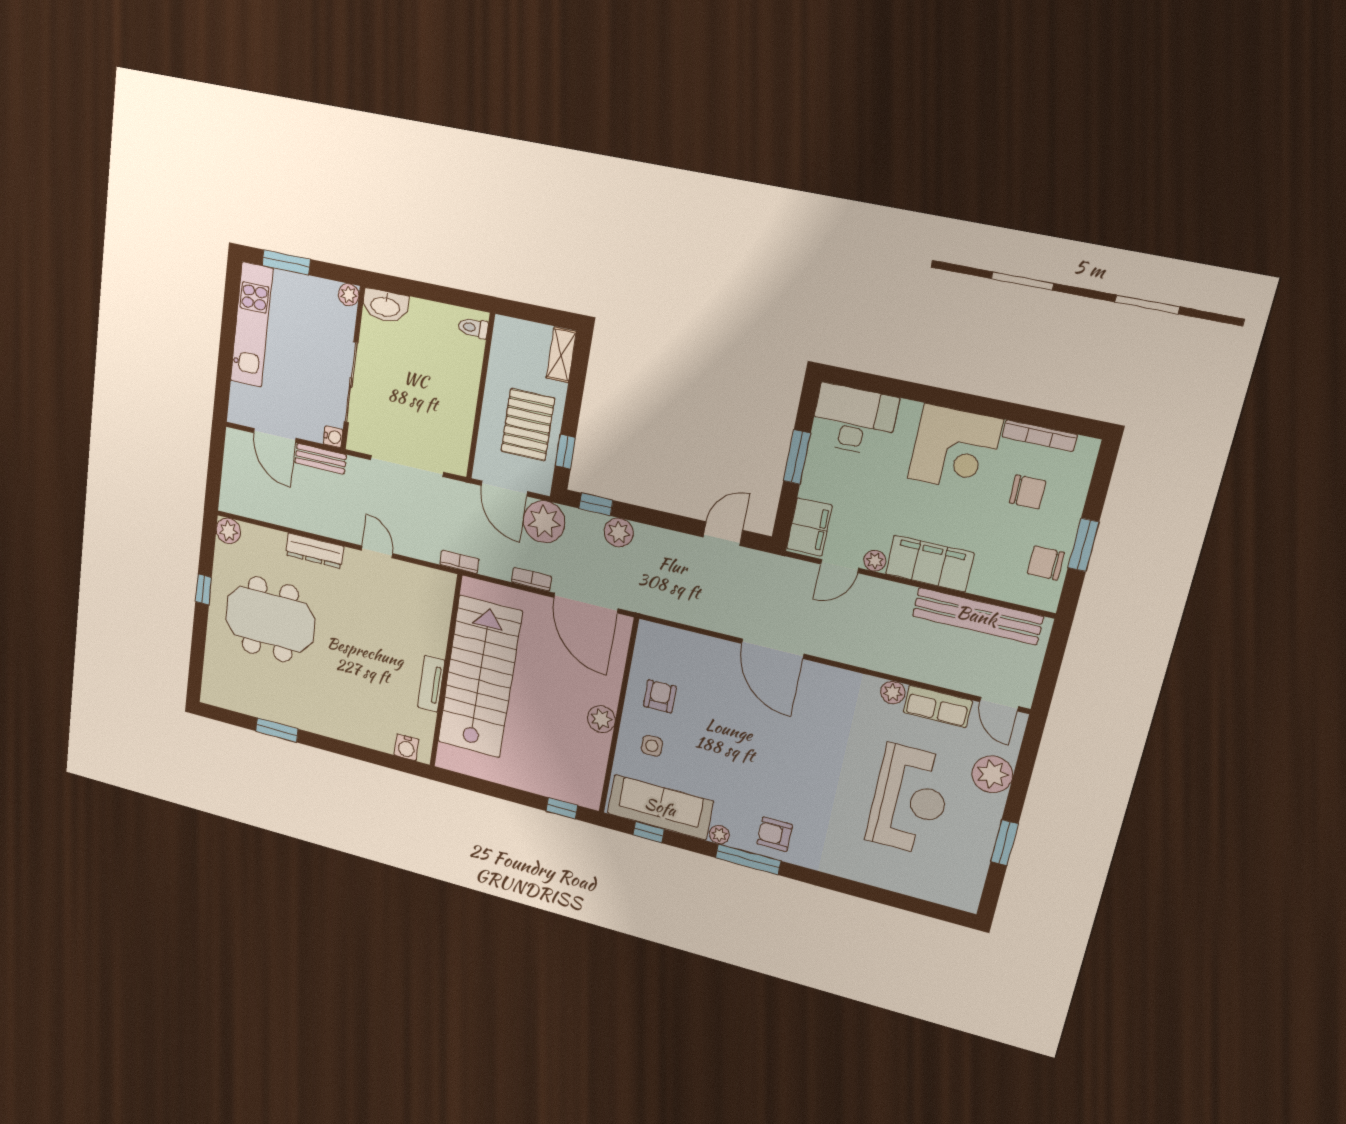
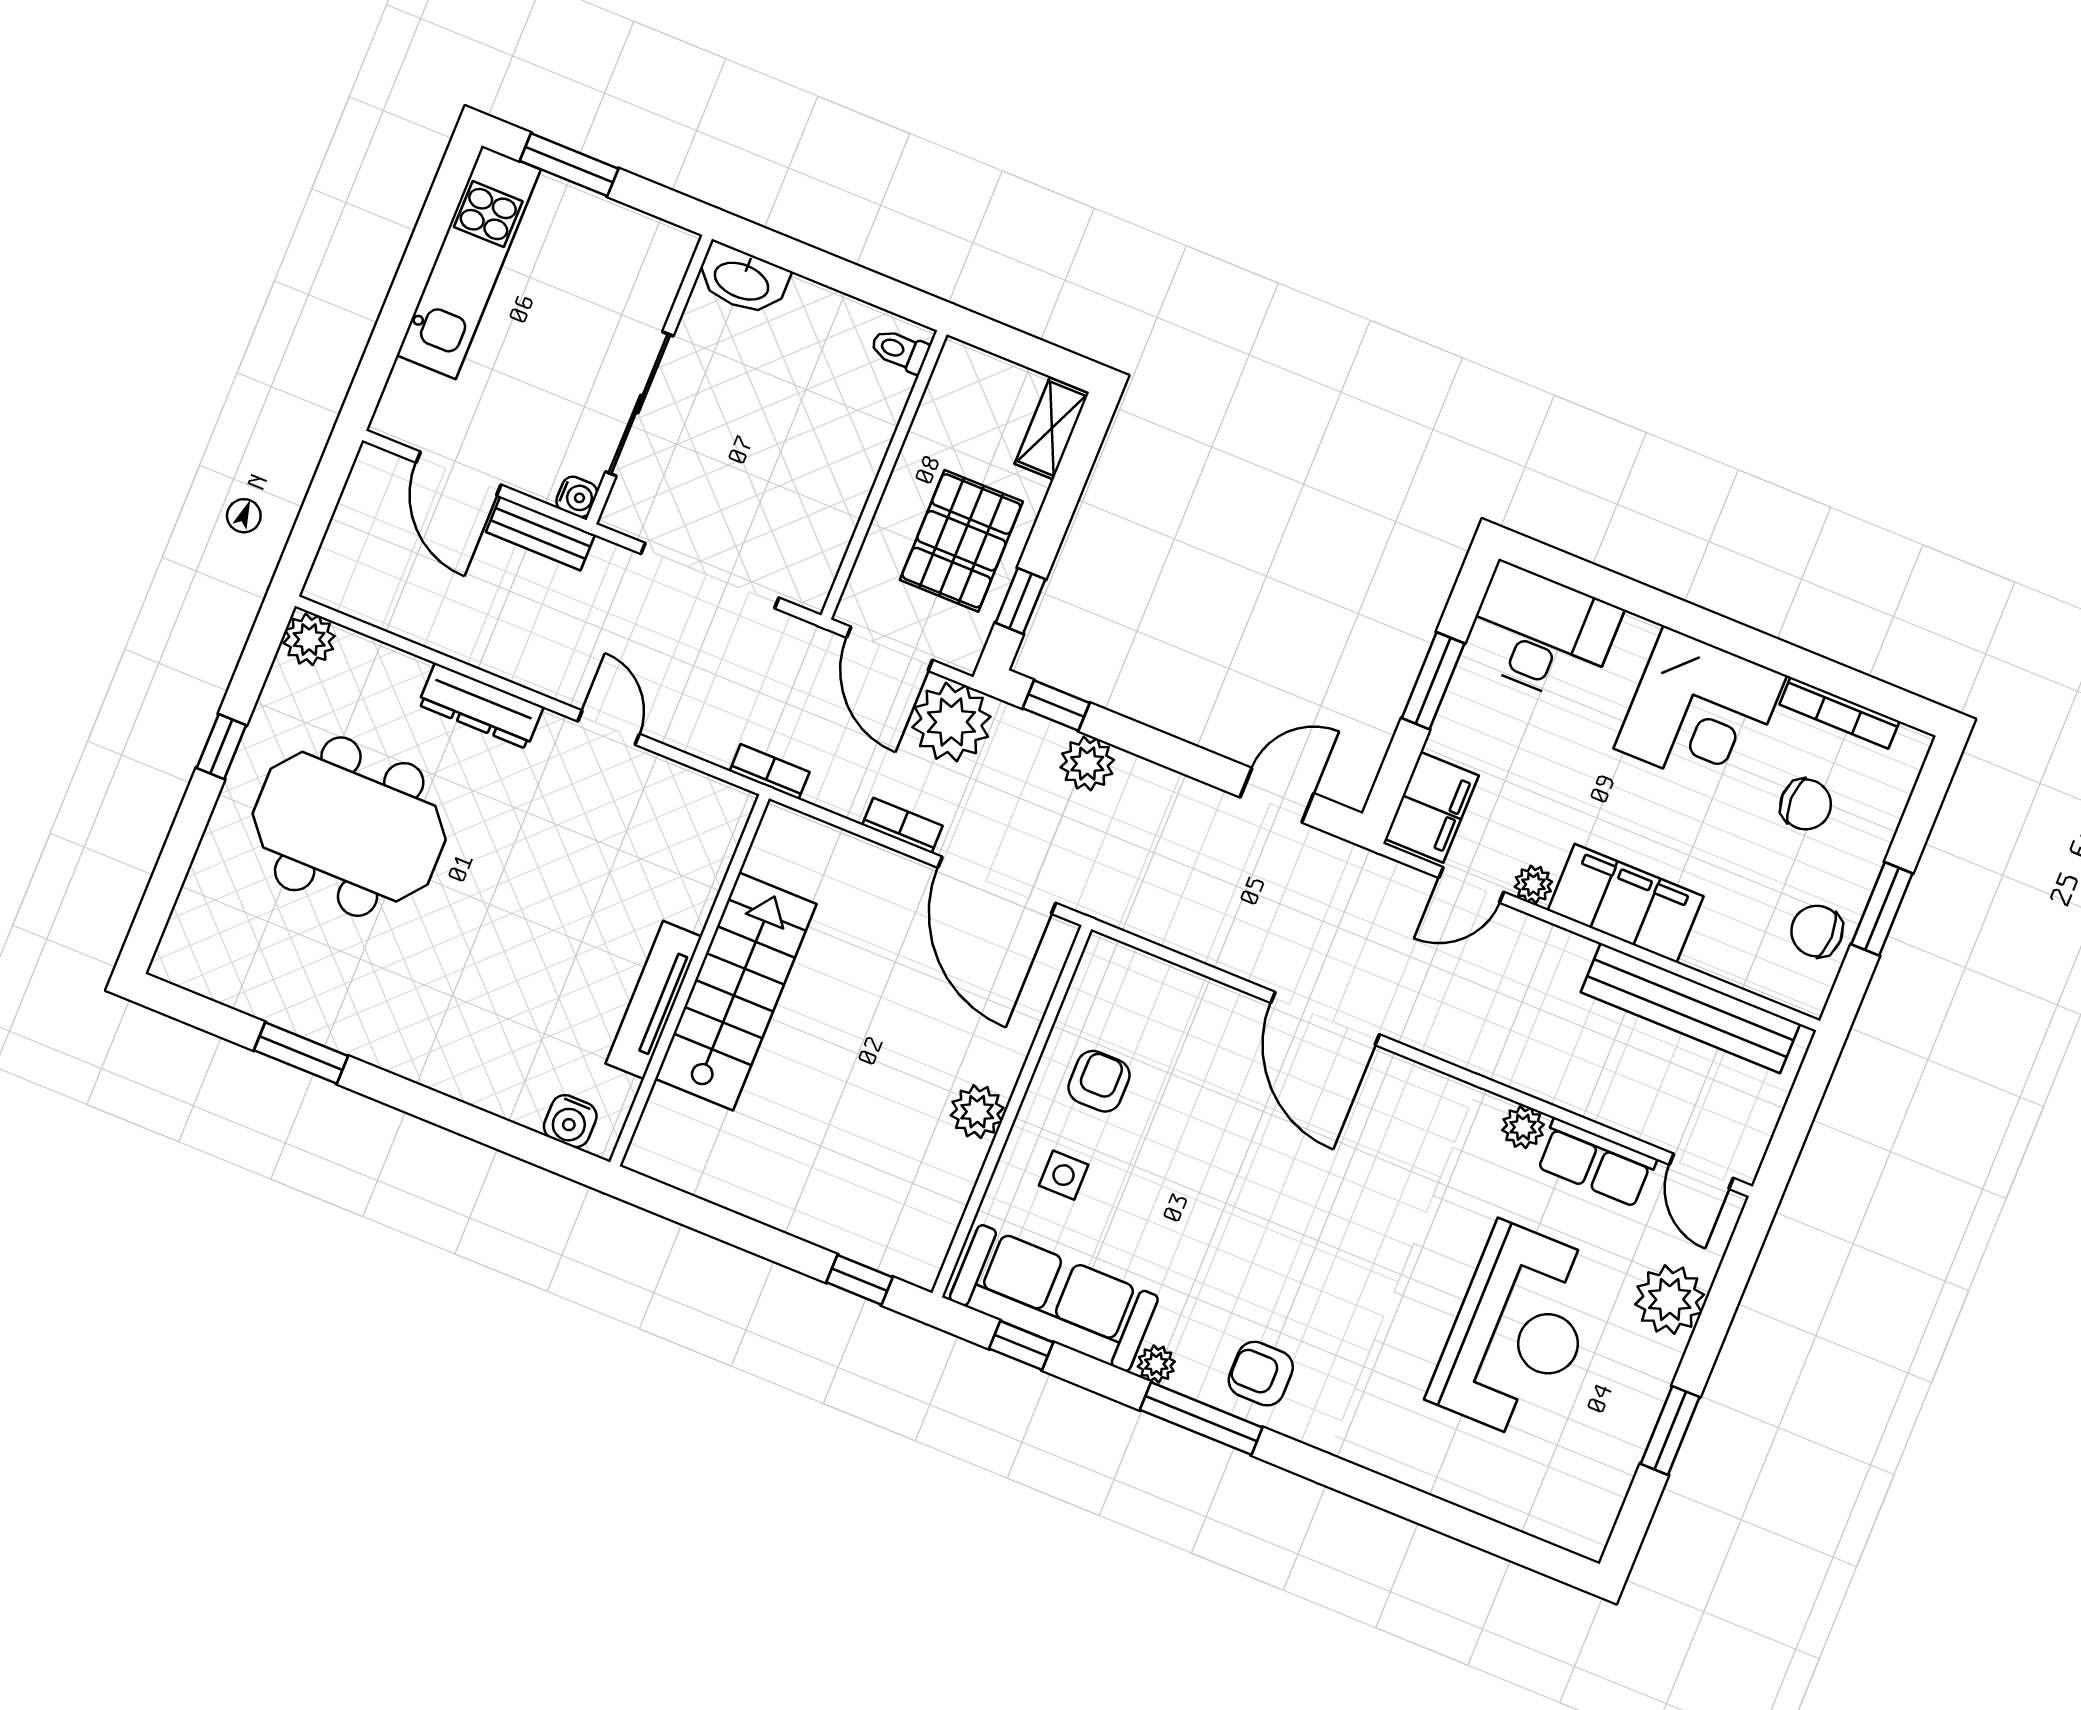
plant: (349, 295) -> (676, 246), removed
stairs: (480, 677) -> (736, 991), width x0.73, depth x0.66
tv unit: (431, 684) -> (654, 1000), width x1.41

